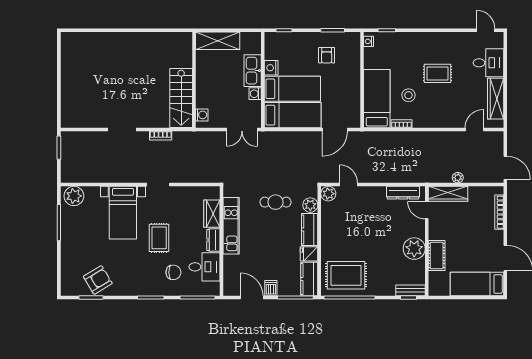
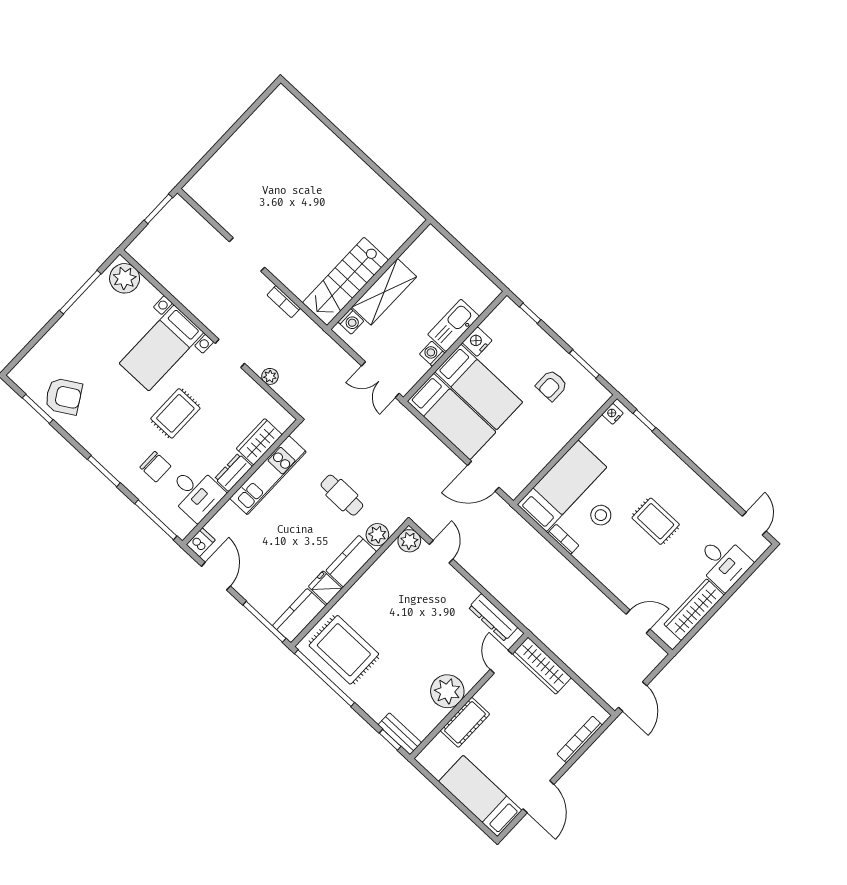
shelving: (218, 41) -> (384, 292), moved, turned 90
plant: (458, 178) -> (270, 376), moved
dishwasher: (271, 288) -> (201, 542), moved

